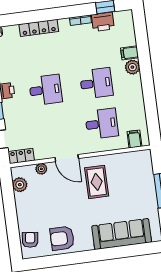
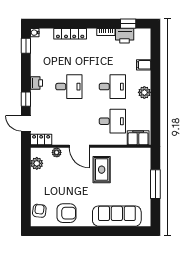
plant: (132, 67) -> (144, 92), moved
filing cabinet: (134, 139) -> (138, 138), width x2.00
armchair: (62, 238) -> (66, 213), turned 180

